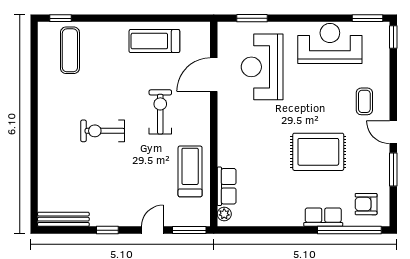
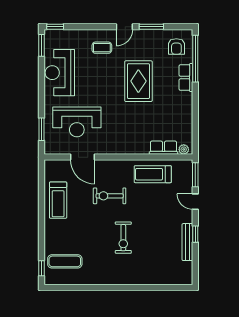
bench: (63, 219) -> (187, 242), moved

